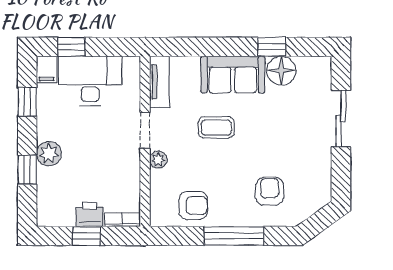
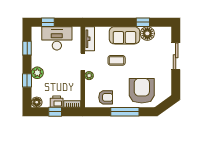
filing cabinet: (47, 70) -> (36, 33), removed
armchair: (270, 191) -> (142, 91), width x1.88, depth x1.88
floor lamp: (48, 216) -> (37, 102), added

